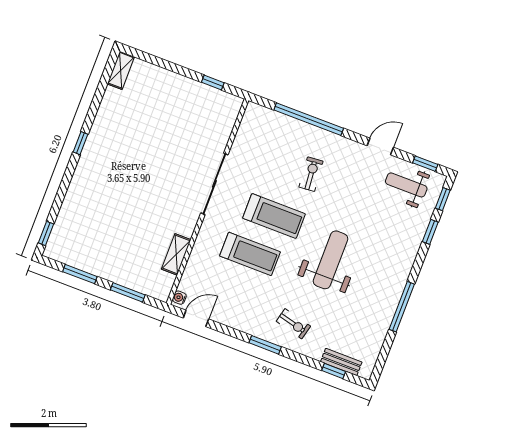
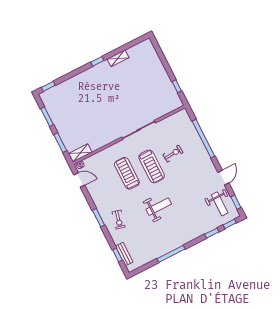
shelving: (121, 70) -> (118, 58), moved
door: (380, 146) -> (223, 178), hinge flipped
exercise bike: (311, 174) -> (173, 154), moved
weight bench: (406, 185) -> (220, 204), turned 180
shelving: (176, 254) -> (80, 153), moved
treadmill: (250, 254) -> (127, 173), turned 180
weight bench: (330, 260) -> (159, 207), width x0.73, depth x0.75

